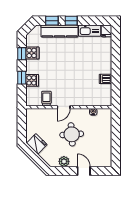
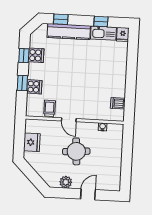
window: (71, 21) -> (101, 21), moved
dishwasher: (105, 79) -> (118, 103), moved
door: (64, 107) -> (69, 120), hinge flipped
fridge: (37, 144) -> (32, 142), moved, turned 45
door: (84, 171) -> (88, 194), hinge flipped

